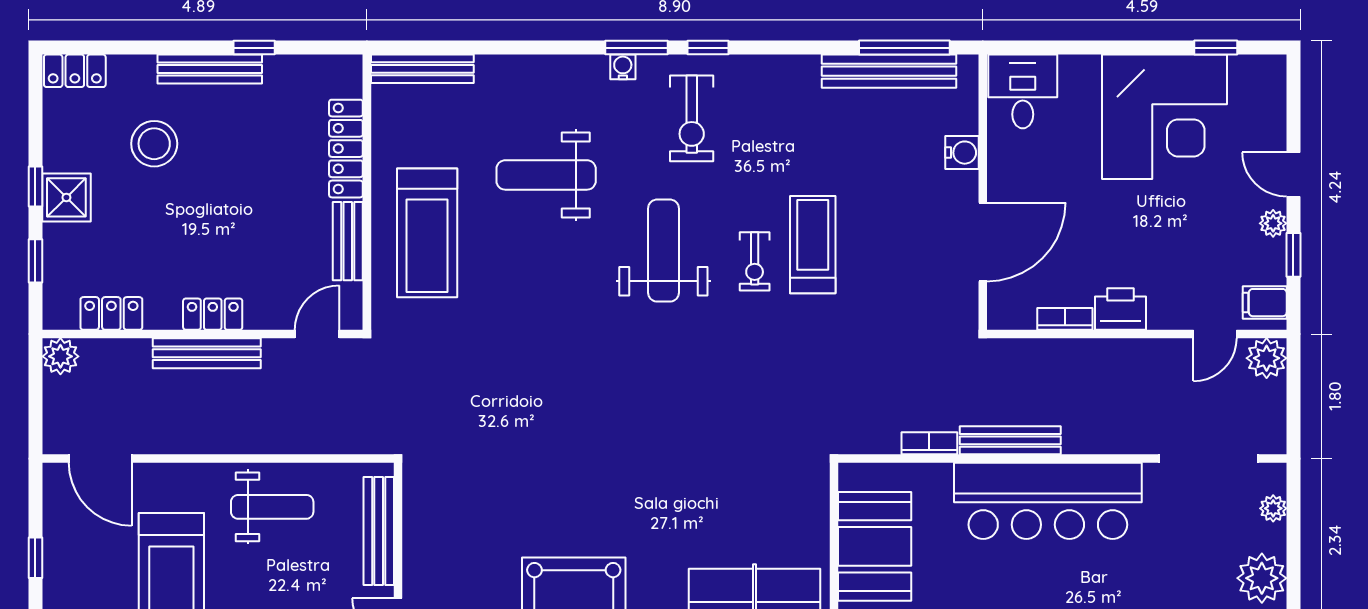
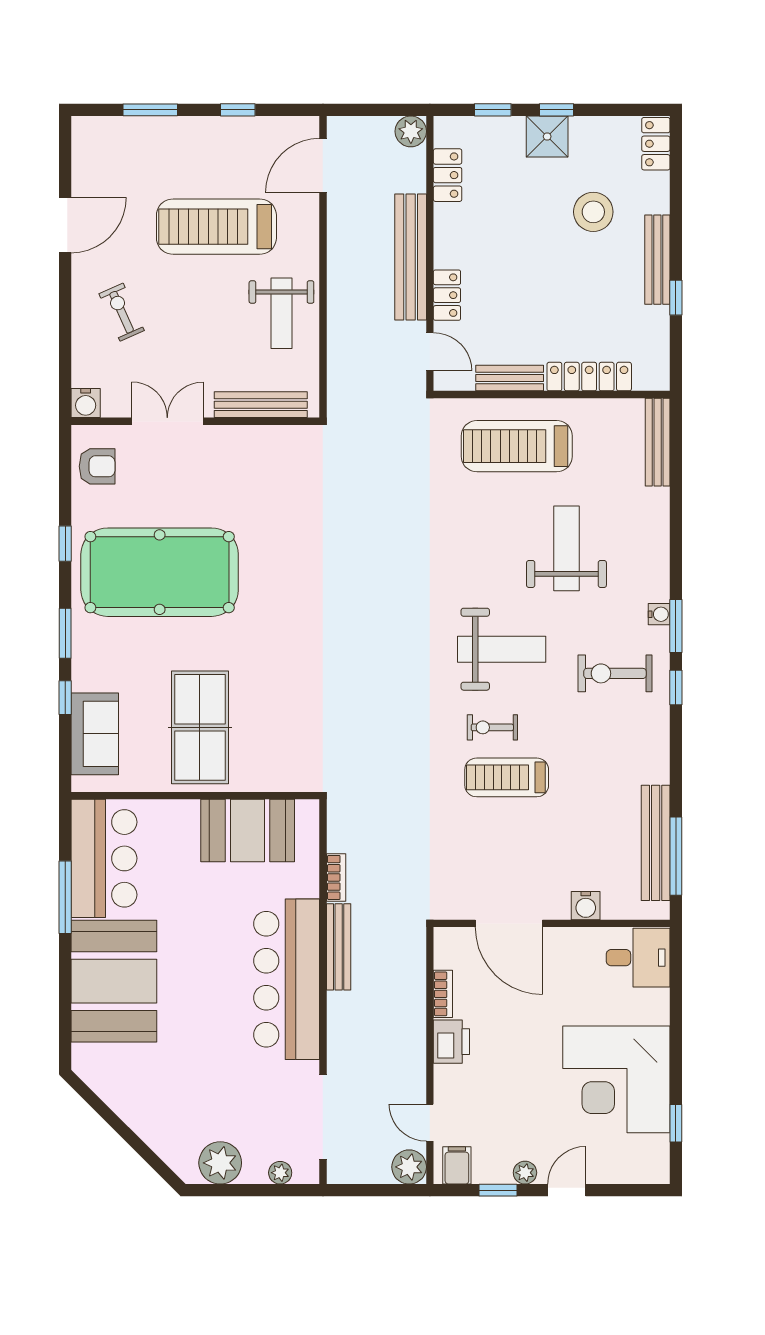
treadmill: (813, 245) -> (507, 777), turned 180
locker: (213, 314) -> (447, 295), moved
bench: (207, 353) -> (411, 257), width x1.37, depth x1.21

